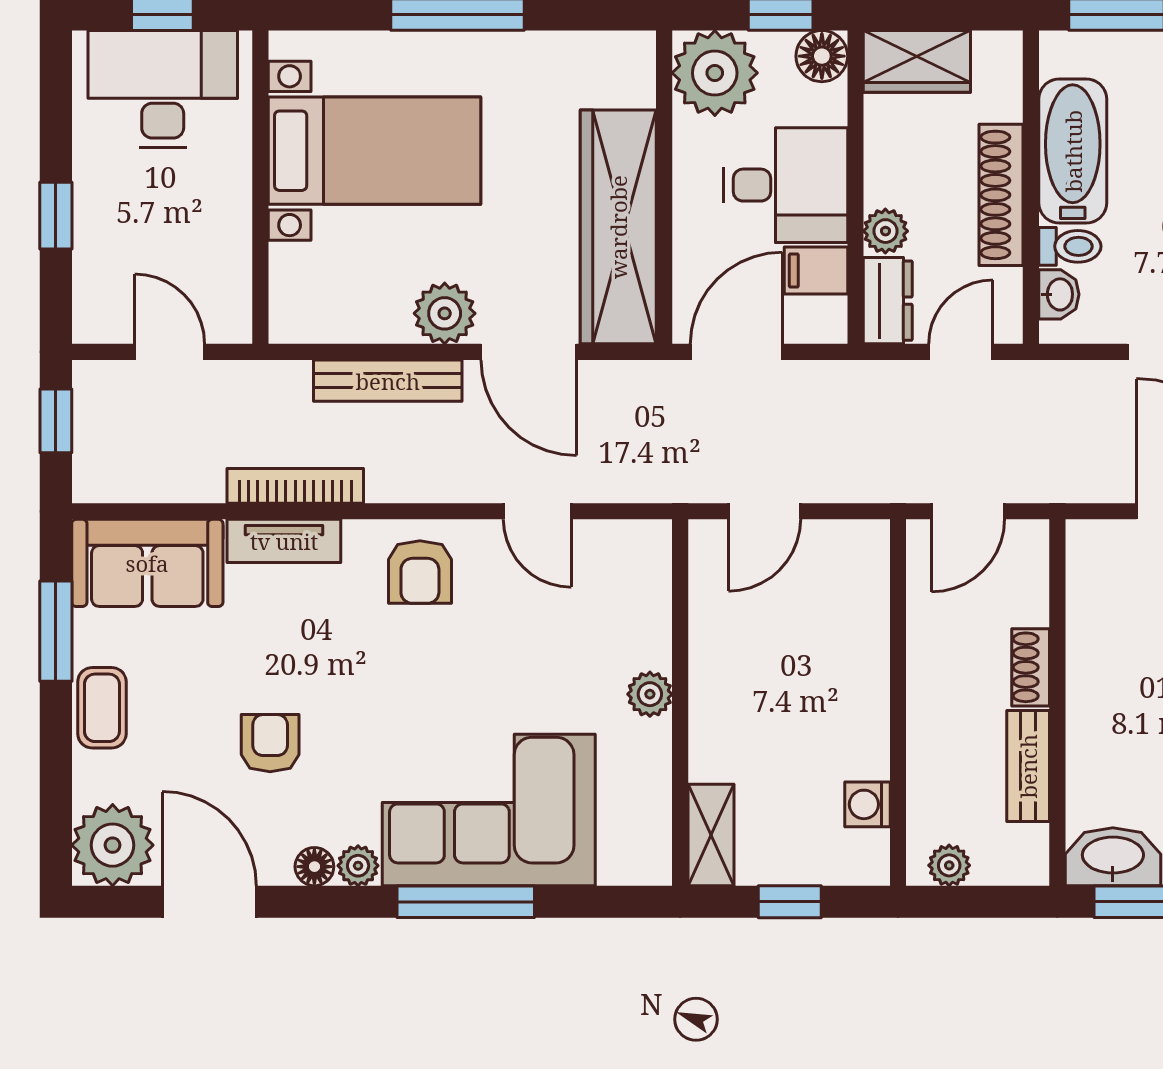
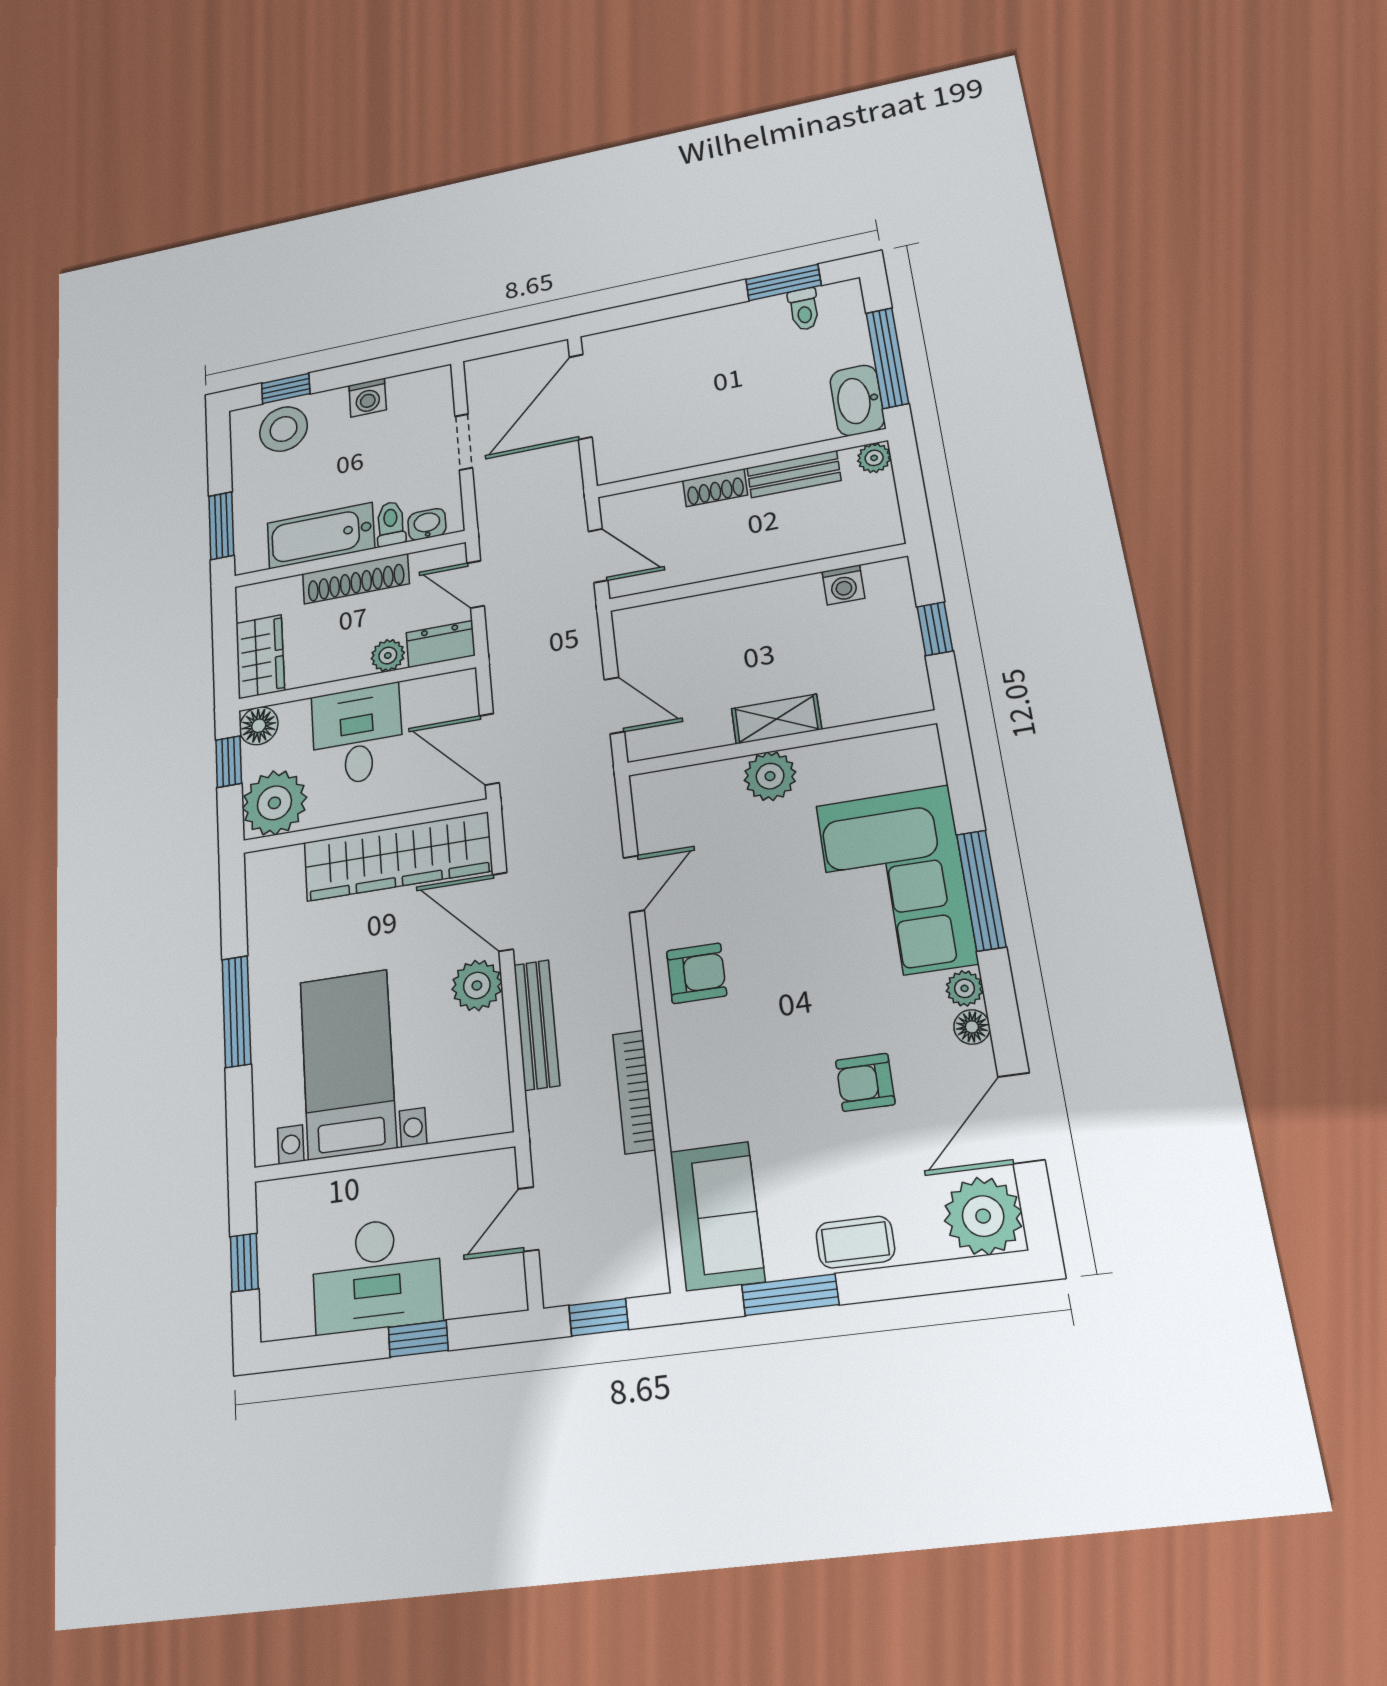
desk: (163, 89) -> (376, 1275), moved, turned -90
filing cabinet: (816, 271) -> (421, 701), removed
door: (529, 352) -> (503, 912), swing flipped
tv unit: (284, 541) -> (683, 1095), removed
plant: (650, 694) -> (770, 776), width x1.38, depth x1.38
shelving: (711, 835) -> (776, 719), moved
plant: (949, 865) -> (874, 458), moved

